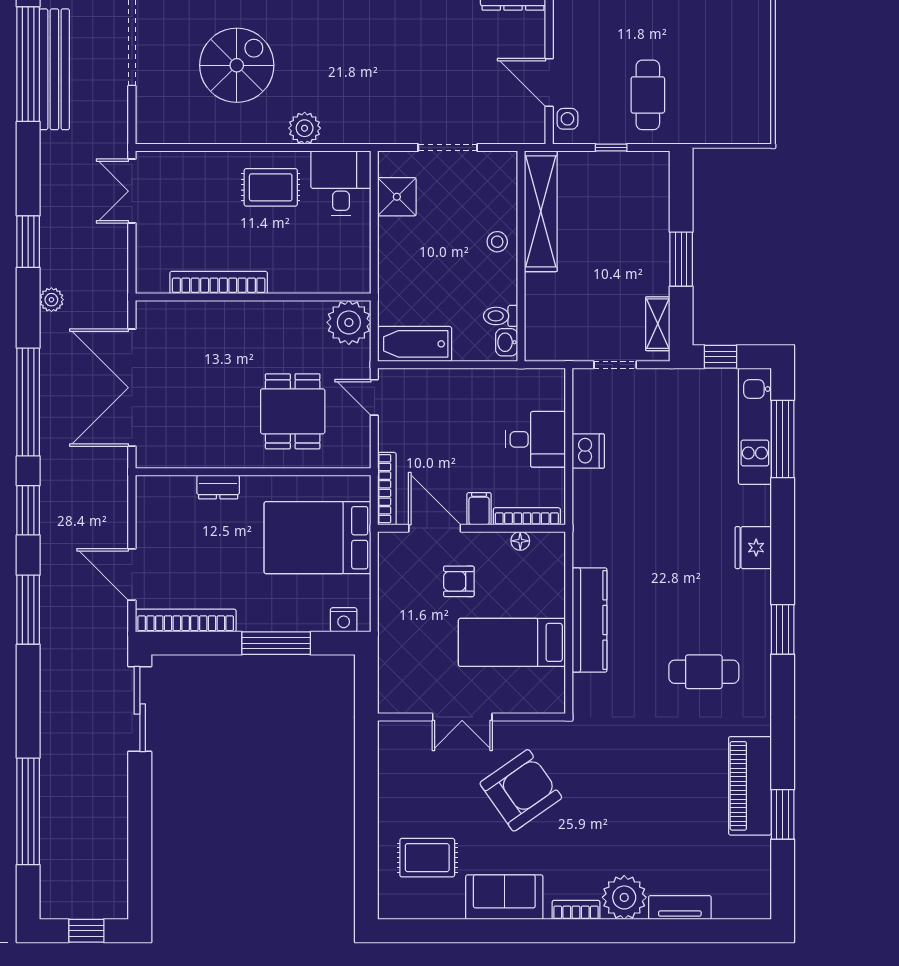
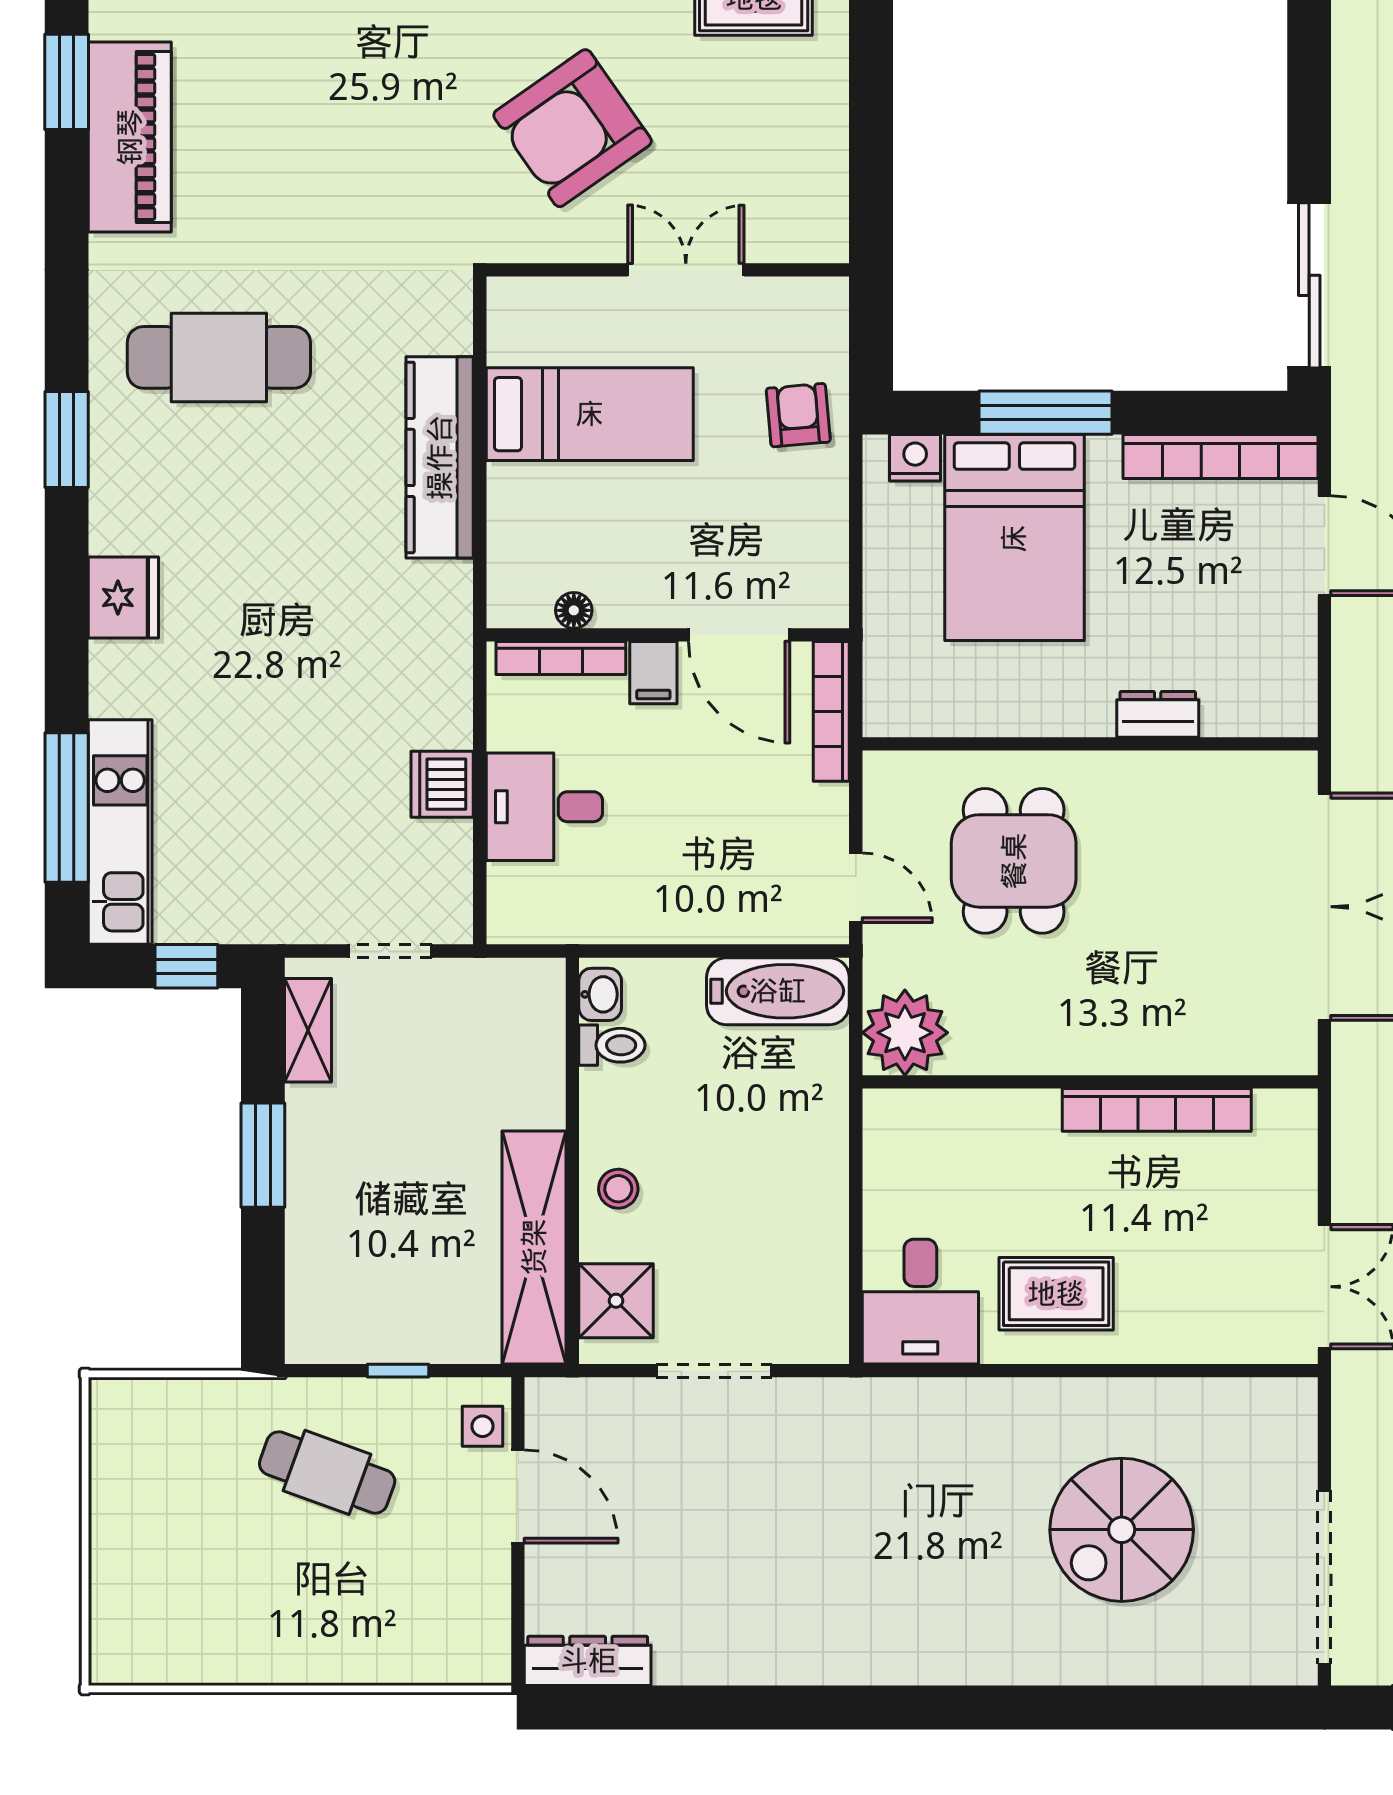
cafe table: (648, 95) -> (327, 1472), turned -70
plant: (305, 128) -> (991, 1408), removed
shower: (397, 197) -> (616, 1301), moved
bed: (318, 538) -> (1014, 538), moved, turned 90
armchair: (459, 581) -> (798, 415), moved, turned -95
cafe table: (704, 672) -> (219, 357), width x1.37, depth x1.35

